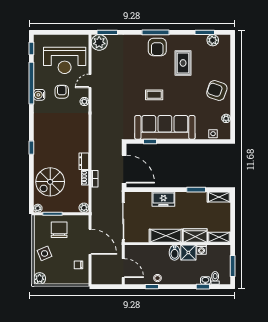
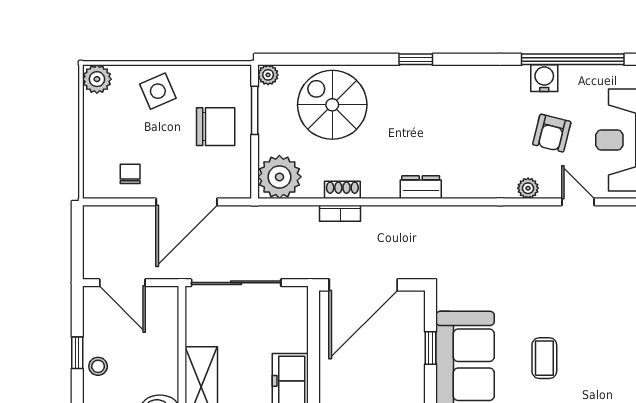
armchair: (62, 92) -> (552, 133), turned 104
dresser: (84, 161) -> (421, 187), moved
plant: (84, 208) -> (279, 177), width x1.87, depth x1.87
door: (123, 268) -> (122, 283), hinge flipped

